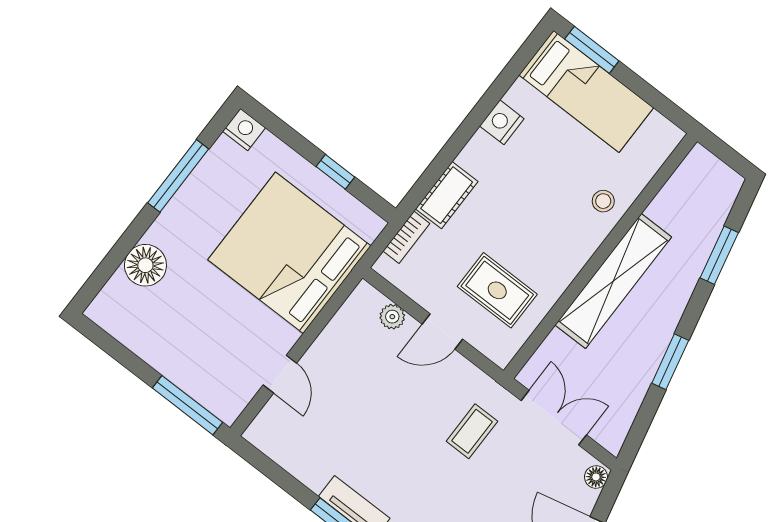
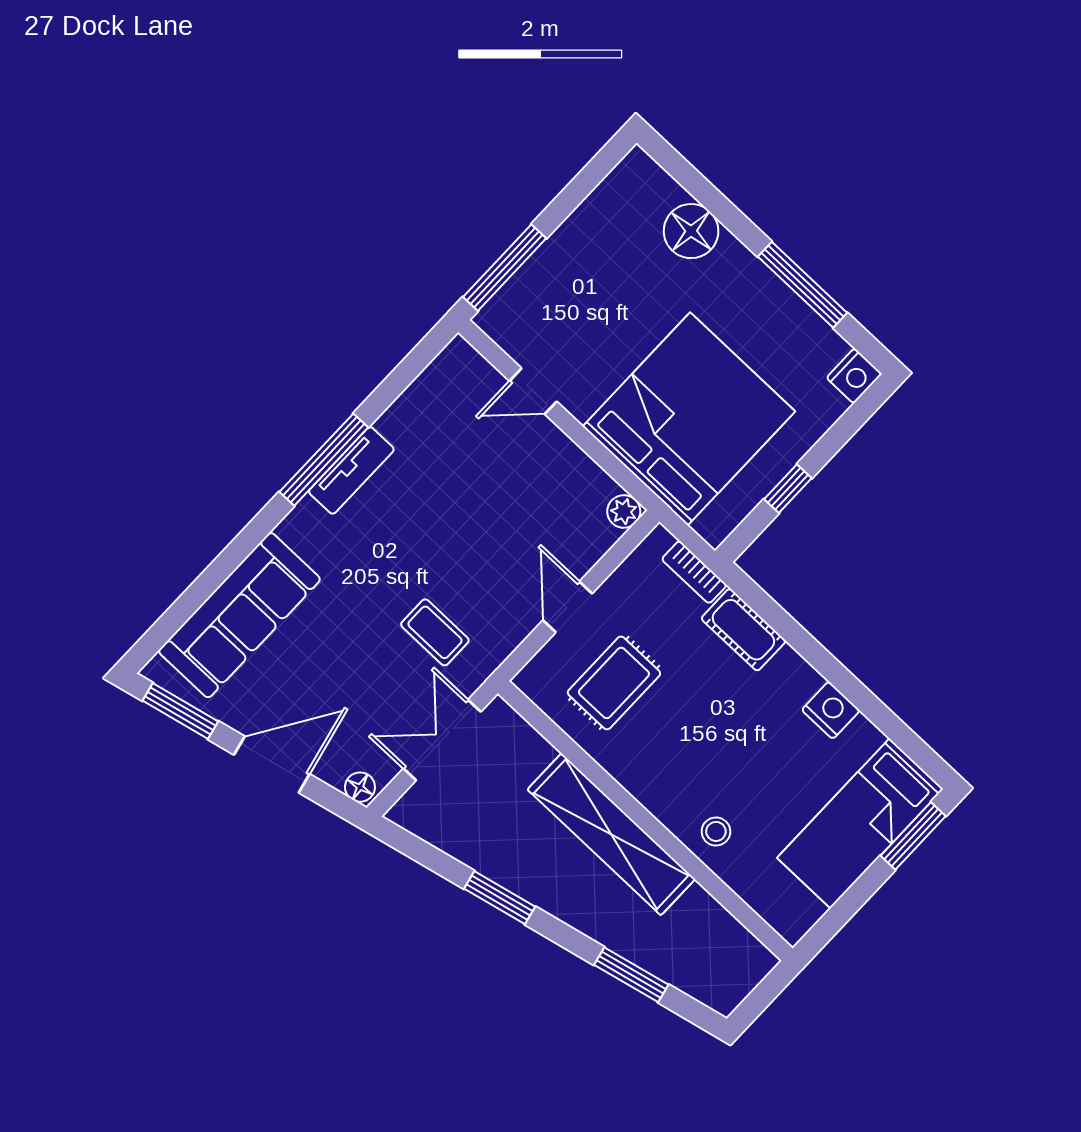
plant: (392, 317) -> (624, 511), moved
double door: (554, 418) -> (442, 740), swing flipped

